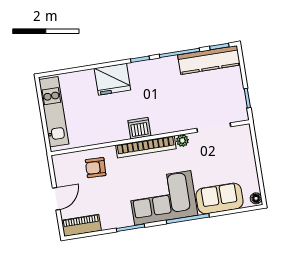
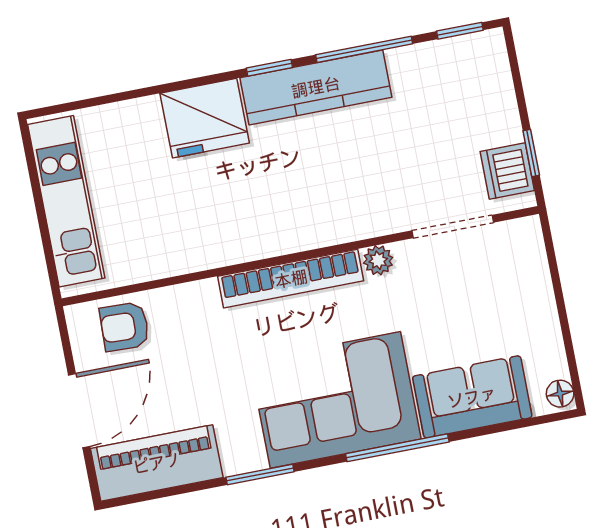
kitchen counter: (209, 60) -> (316, 87), moved
dishwasher: (139, 128) -> (507, 171), moved, turned -90
armchair: (96, 168) -> (124, 327), moved
door: (56, 199) -> (79, 411), width x1.38
piano: (81, 225) -> (157, 463), width x1.37, depth x1.33

